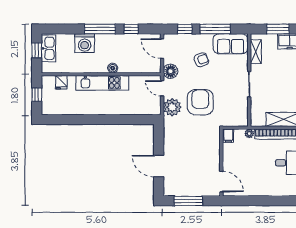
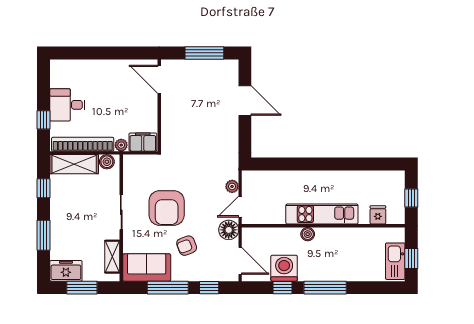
washing machine: (85, 43) -> (284, 268), moved
door: (162, 88) -> (240, 207), swing flipped
armchair: (200, 102) -> (167, 208), moved
plant: (172, 107) -> (232, 186), width x0.53, depth x0.53
boiler: (260, 121) -> (107, 162), added
filing cabinet: (228, 136) -> (143, 142), width x2.00

